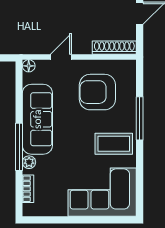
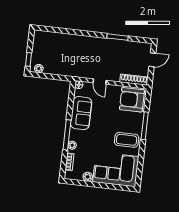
door: (61, 57) -> (100, 82), swing flipped
armchair: (97, 92) -> (132, 100), moved
sofa: (37, 119) -> (81, 113), width x0.73
plant: (59, 209) -> (88, 177), added

